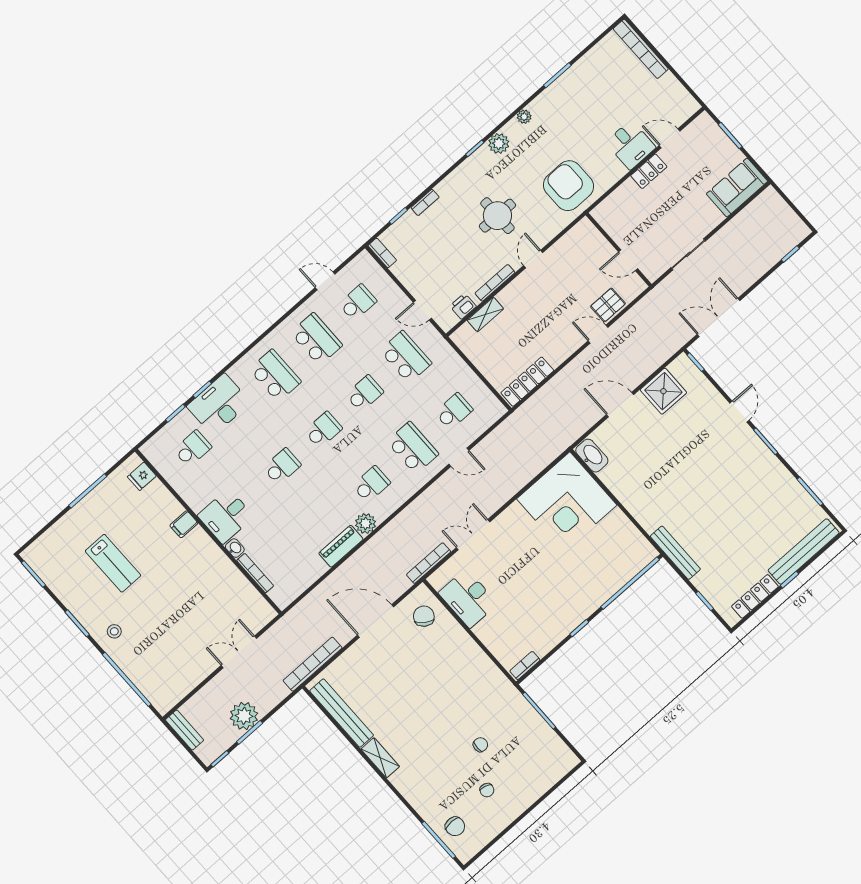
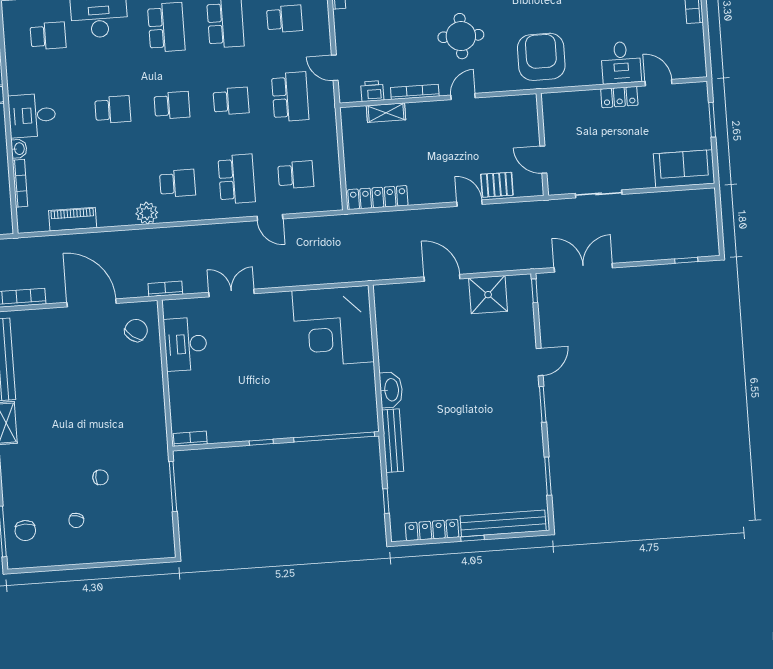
washbasin: (592, 456) -> (391, 390), moved
piano: (341, 546) -> (73, 219), moved
bookcase: (429, 563) -> (165, 289), width x0.64

